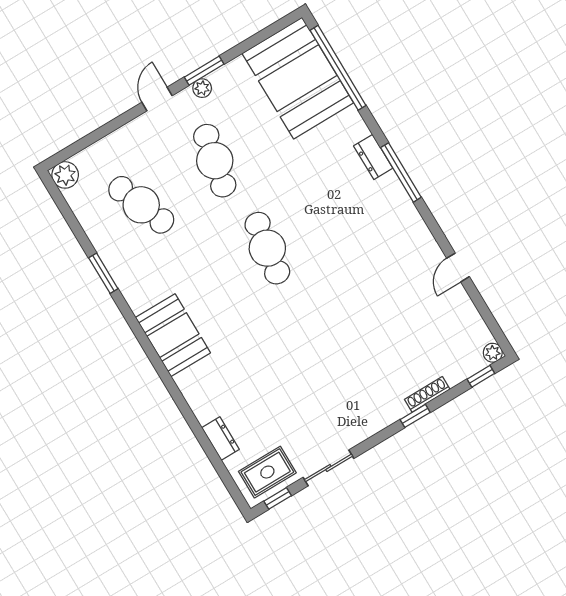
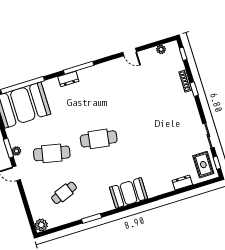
cafe table: (141, 205) -> (64, 193), width x0.73, depth x0.74
plant: (493, 353) -> (161, 49), moved

